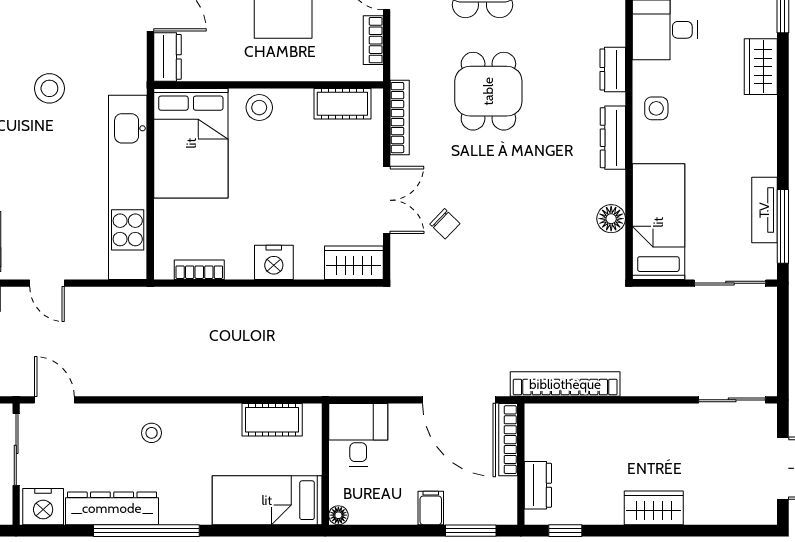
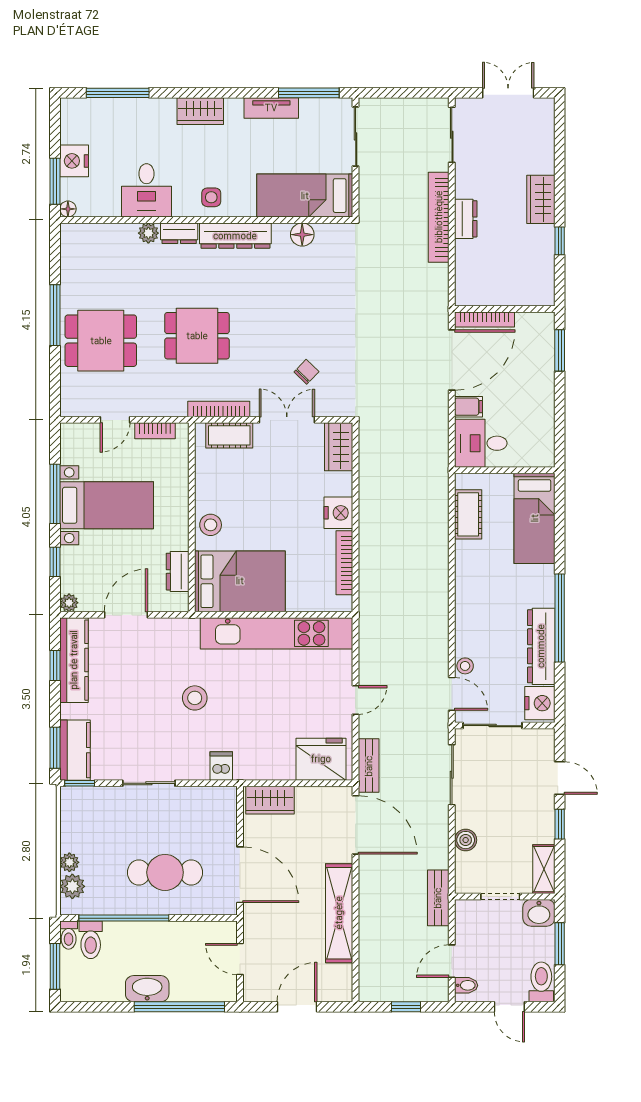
plant: (613, 32) -> (148, 233), added
dresser: (167, 57) -> (178, 572), moved, turned -90
wardrobe: (761, 67) -> (200, 111), moved
cot: (342, 104) -> (229, 435), moved, turned 90
dresser: (613, 138) -> (235, 236), width x1.37, depth x1.24
tv unit: (764, 210) -> (271, 108), moved
bookcase: (199, 270) -> (344, 563), width x1.56
bookcase: (565, 384) -> (439, 217), moved
door: (54, 400) -> (452, 694), swing flipped
stool: (152, 433) -> (465, 666), moved
dresser: (538, 485) -> (466, 219), moved, turned 90
filing cabinet: (431, 508) -> (469, 407), moved, turned 180
floor lamp: (338, 515) -> (547, 460), removed
window: (565, 531) -> (560, 241), moved

